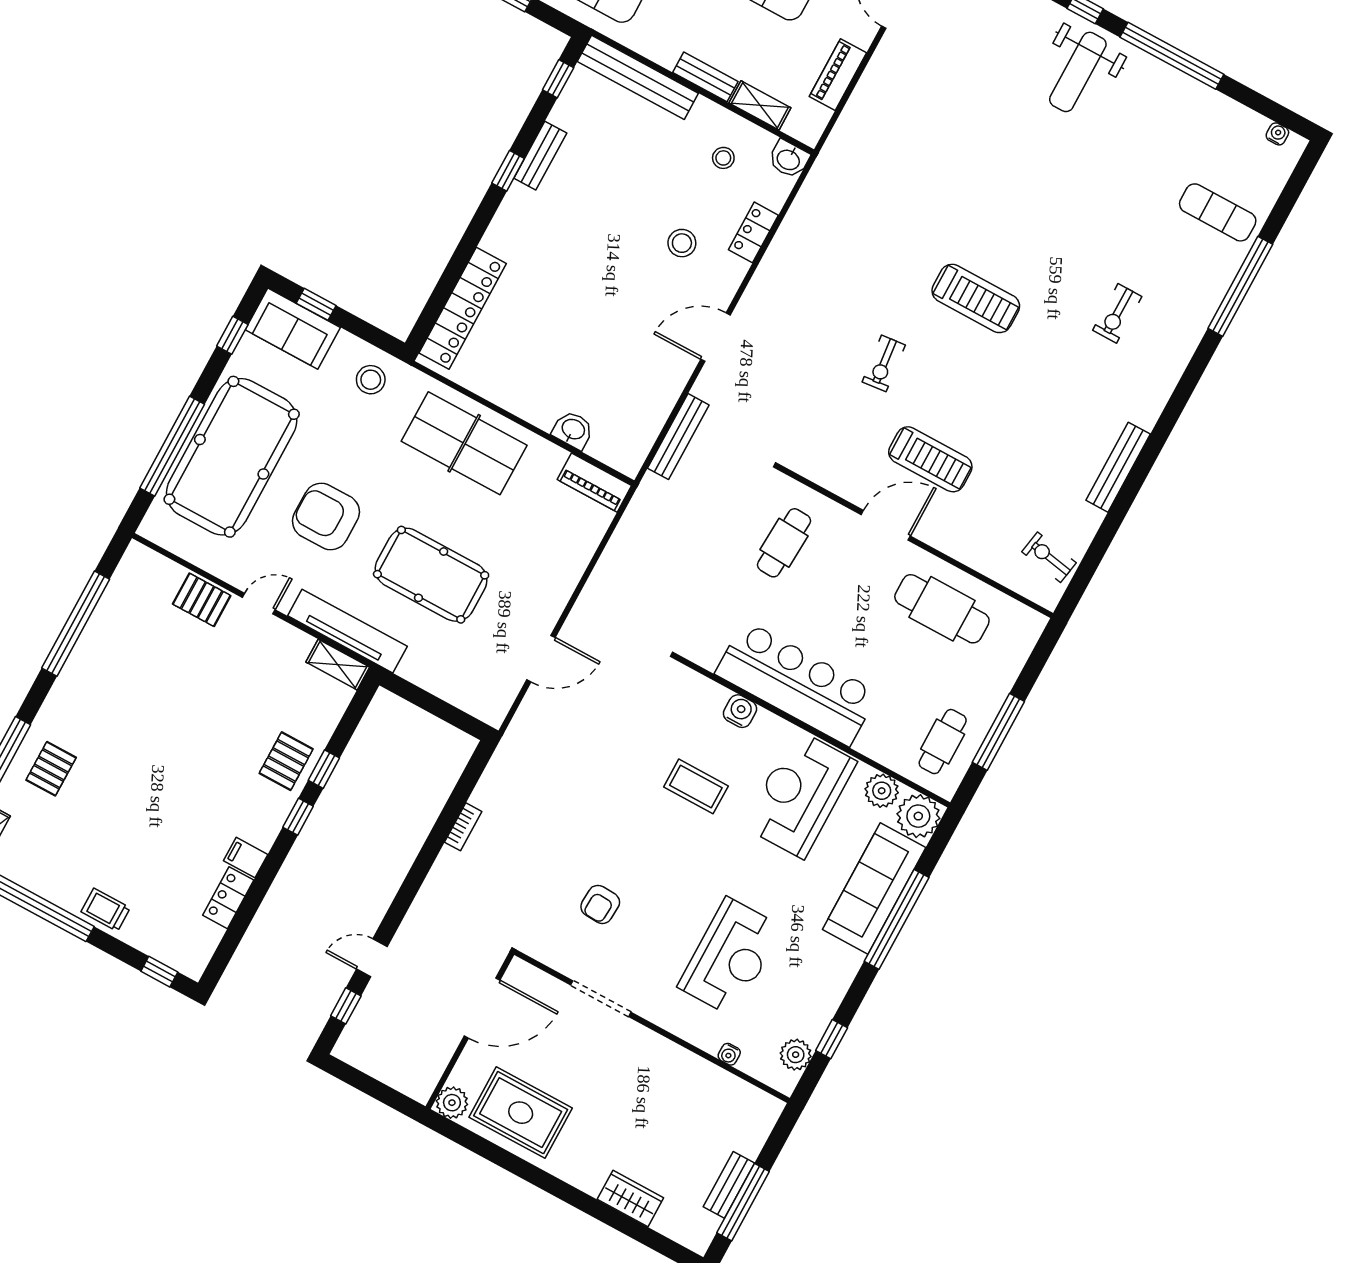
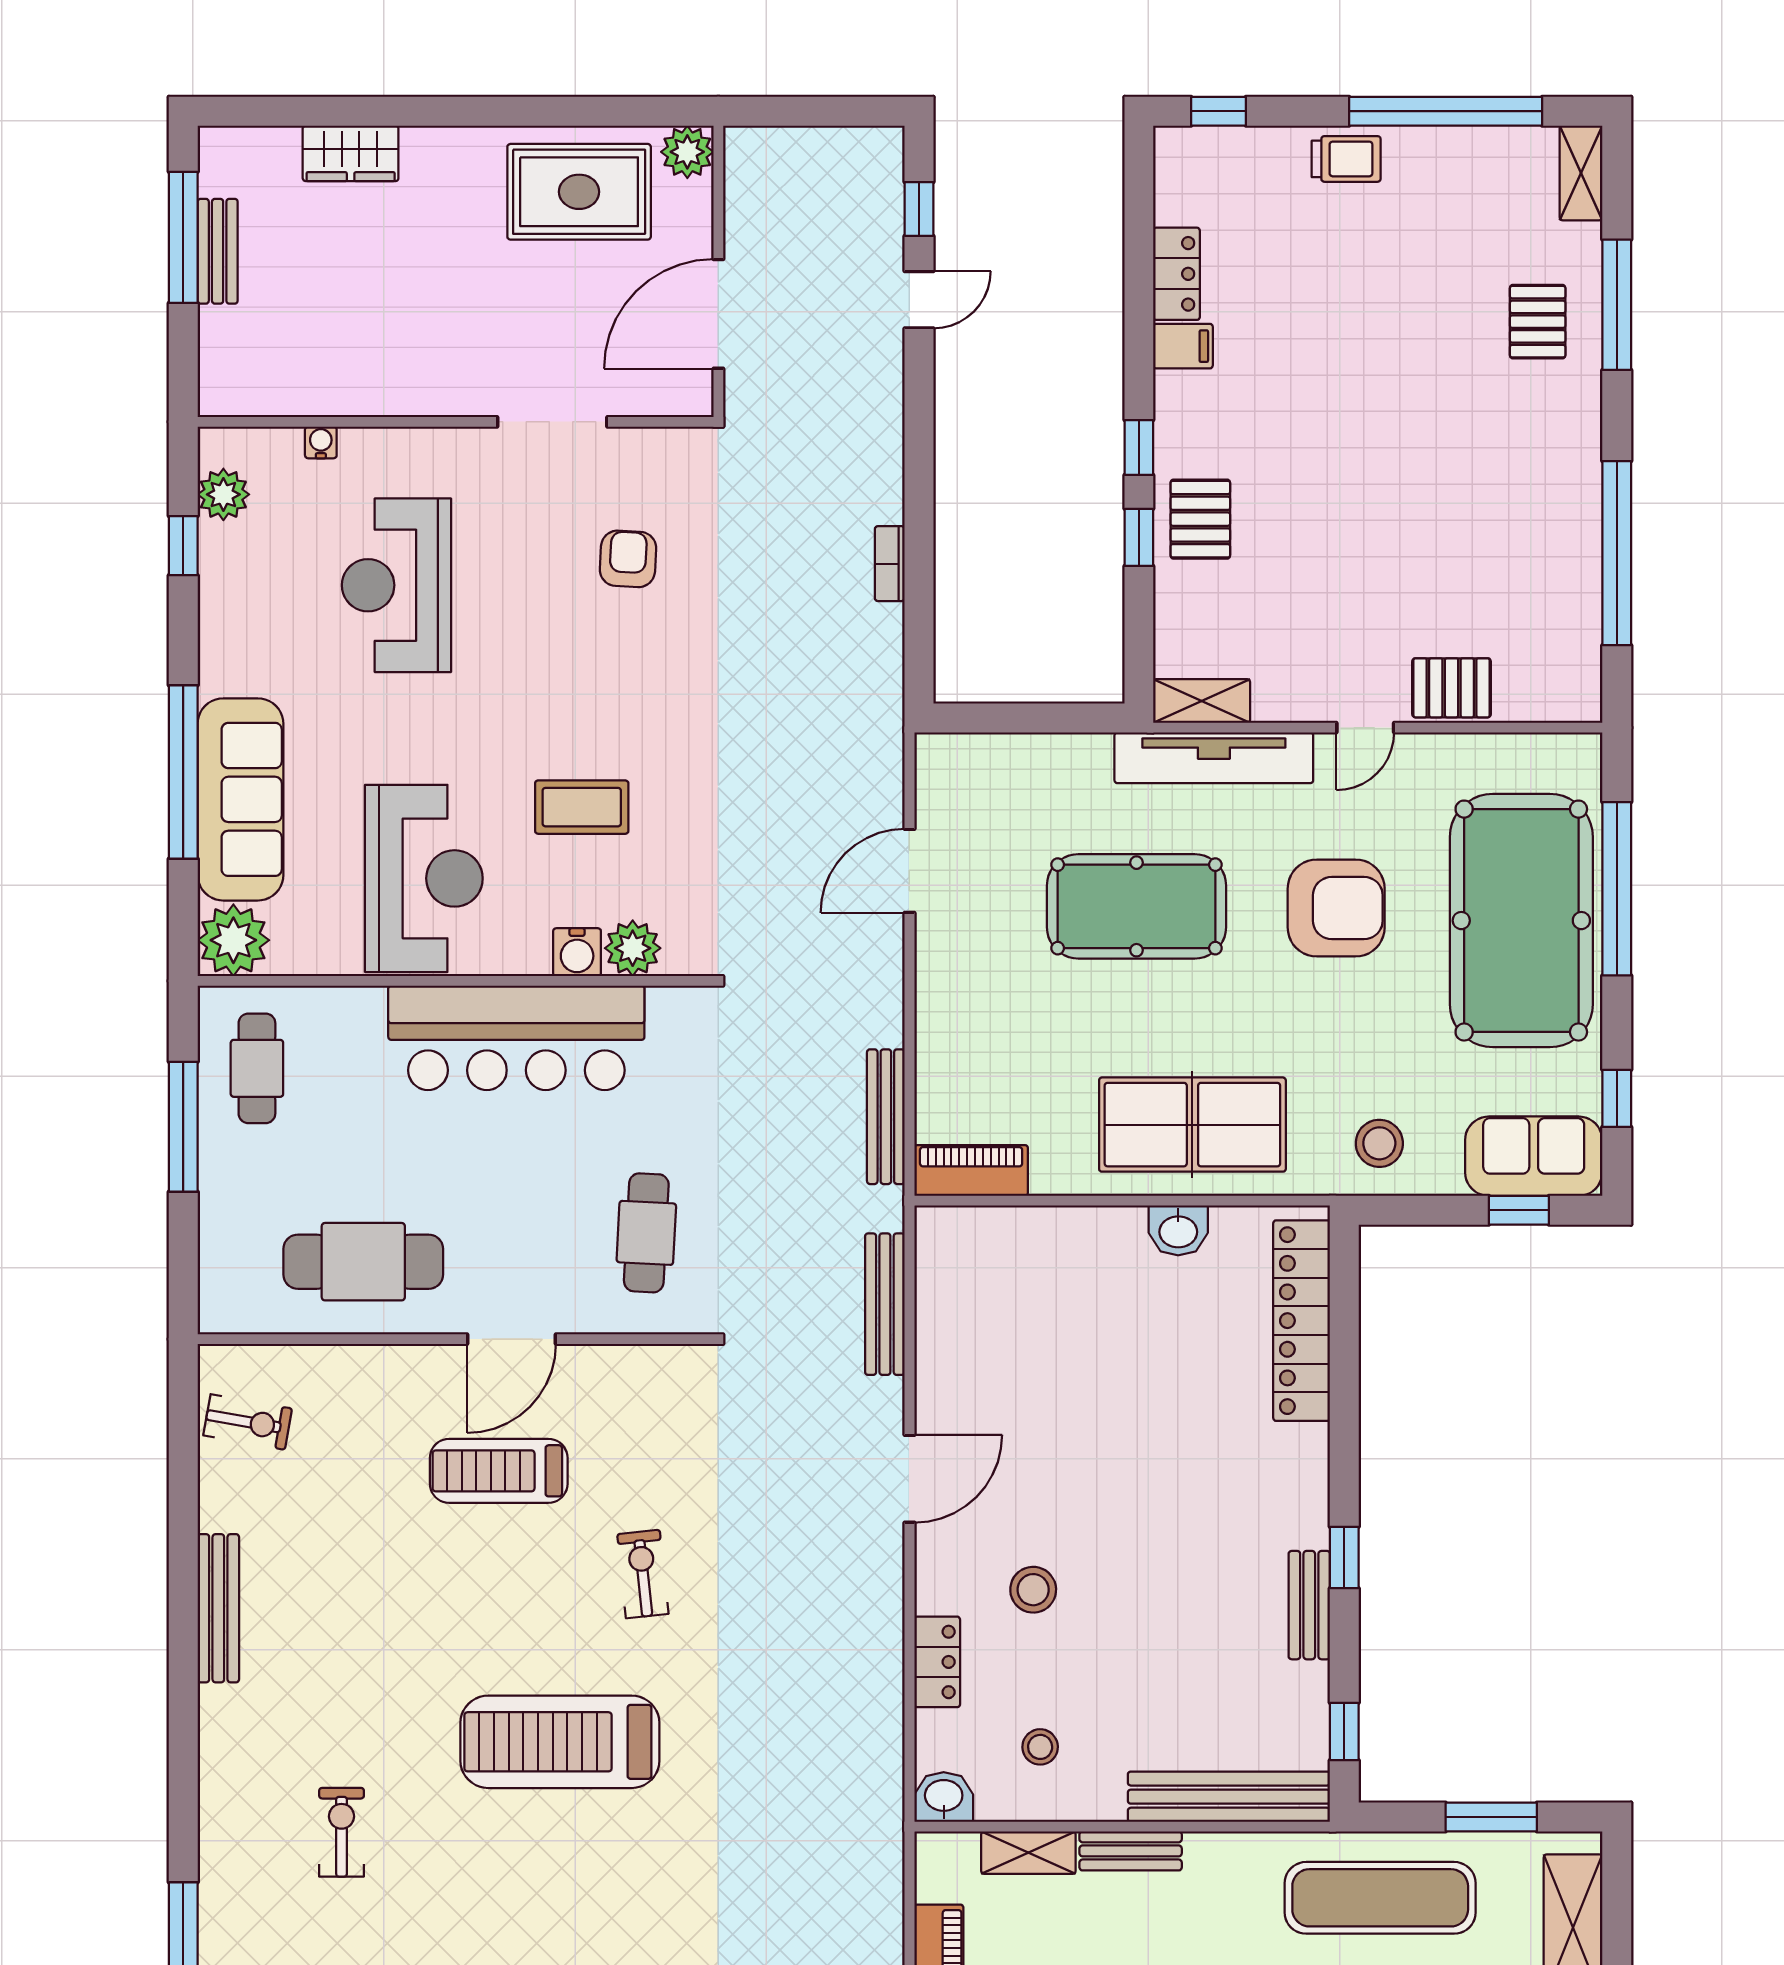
treadmill: (976, 298) -> (560, 1742), width x1.37, depth x1.38
washbasin: (573, 430) -> (1178, 1230), moved
bench: (624, 535) -> (886, 1117), added
plant: (882, 791) -> (633, 948), moved

